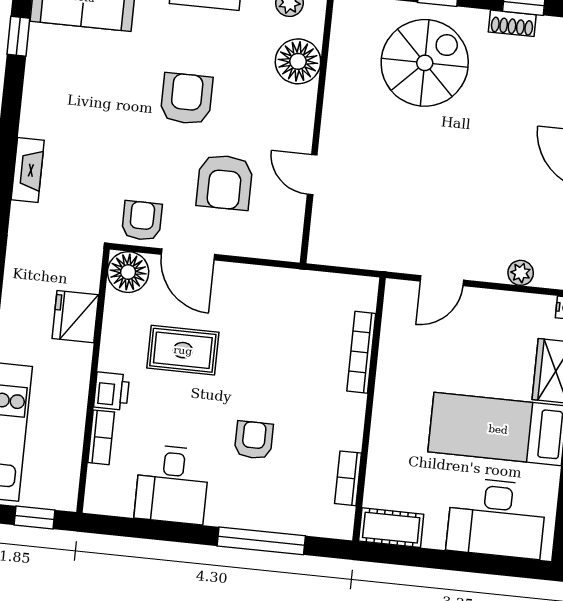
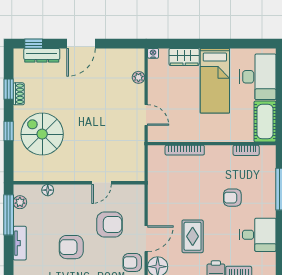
floor lamp: (298, 61) -> (48, 190), width x0.53, depth x0.53
cot: (391, 528) -> (265, 122), width x1.37, depth x1.34

